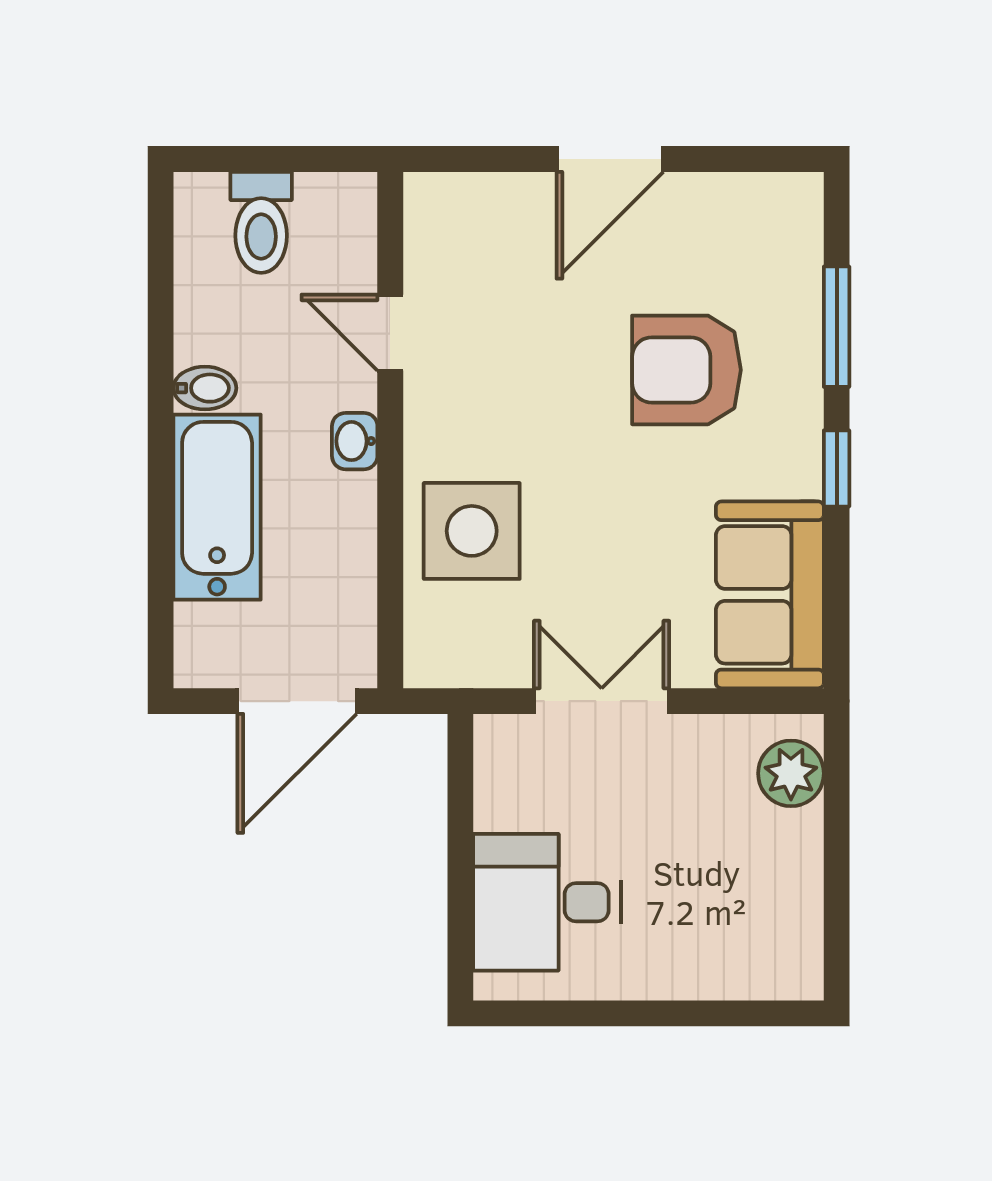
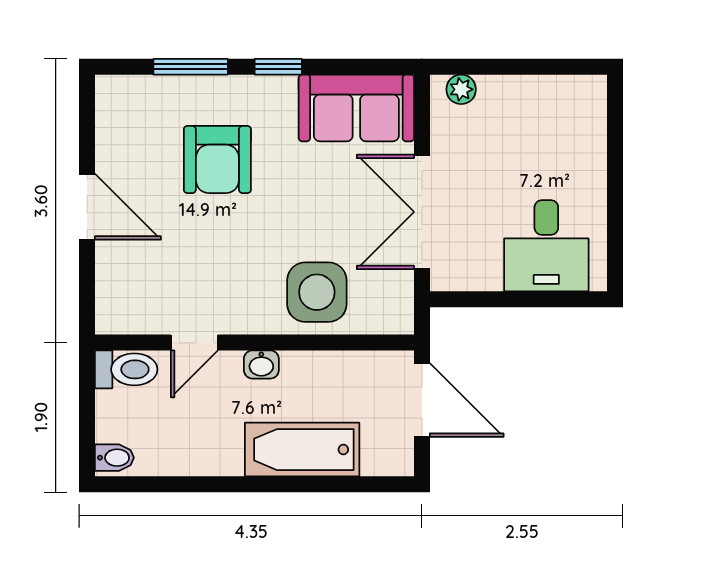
toilet: (261, 222) -> (126, 369), moved
bidet: (205, 388) -> (114, 458), moved, turned 90
double door: (602, 701) -> (422, 212), width x1.37
plant: (791, 773) -> (461, 89), width x0.73, depth x0.73

